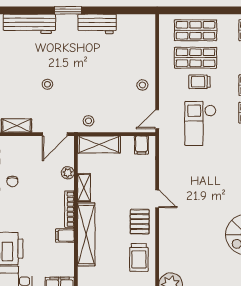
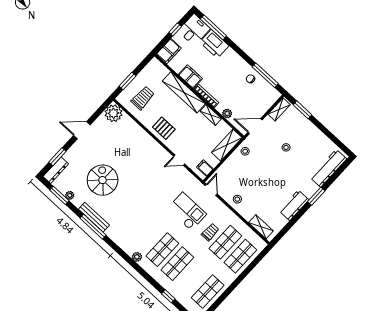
shelving: (148, 37) -> (261, 227), added
door: (55, 134) -> (255, 126), hinge flipped
door: (157, 199) -> (179, 160), moved
filing cabinet: (65, 236) -> (190, 77), width x2.00
trolley: (139, 257) -> (143, 98), moved, turned 90

